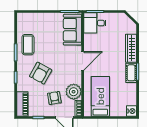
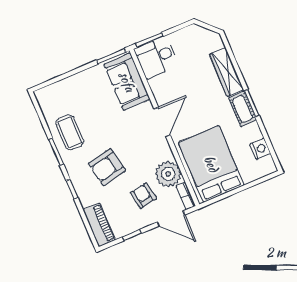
armchair: (41, 73) -> (107, 167), turned 50
bed: (100, 96) -> (211, 164), width x1.50
nightstand: (132, 111) -> (260, 149), moved

